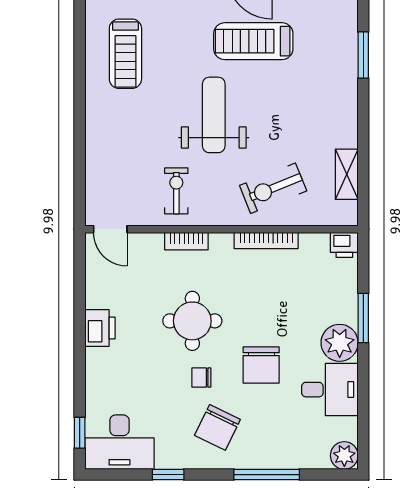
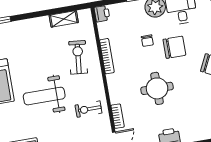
exercise bike: (273, 188) -> (78, 57), turned -152
bookcase: (186, 241) -> (118, 116), moved
chair: (201, 377) -> (147, 41), moved

